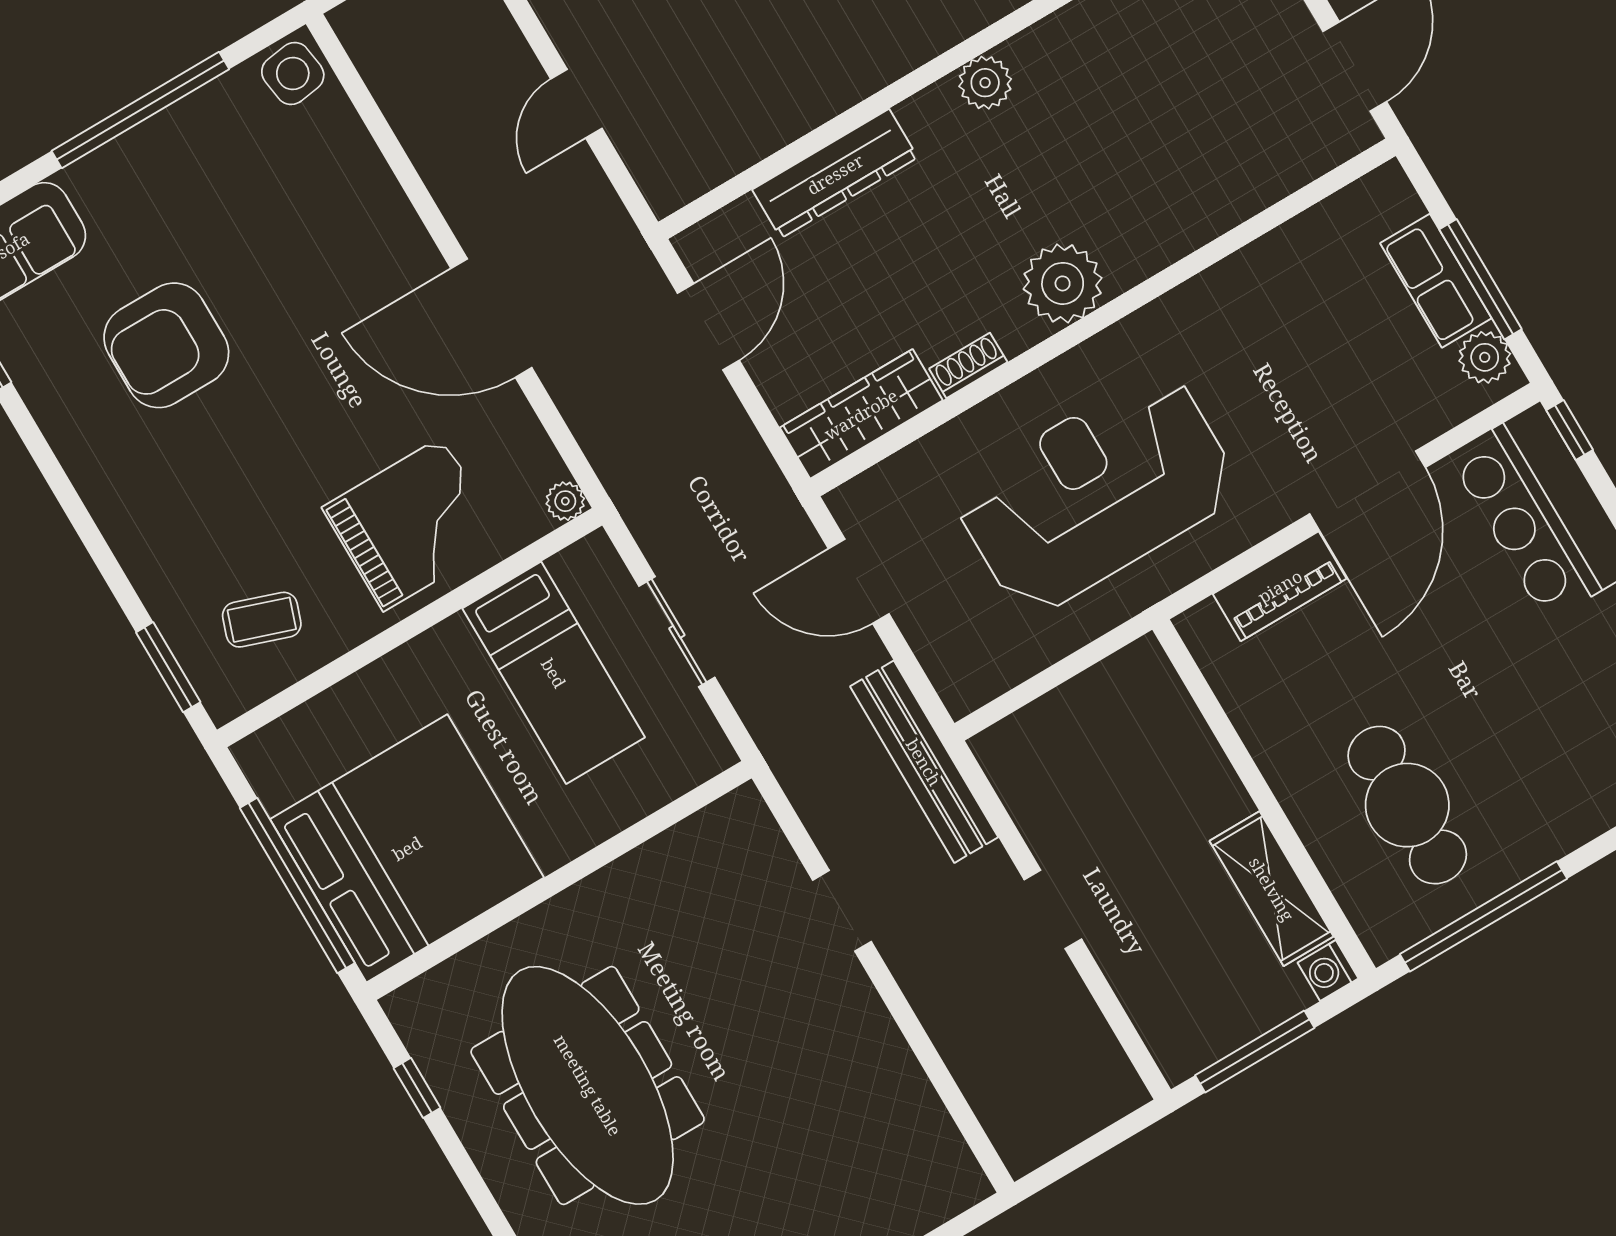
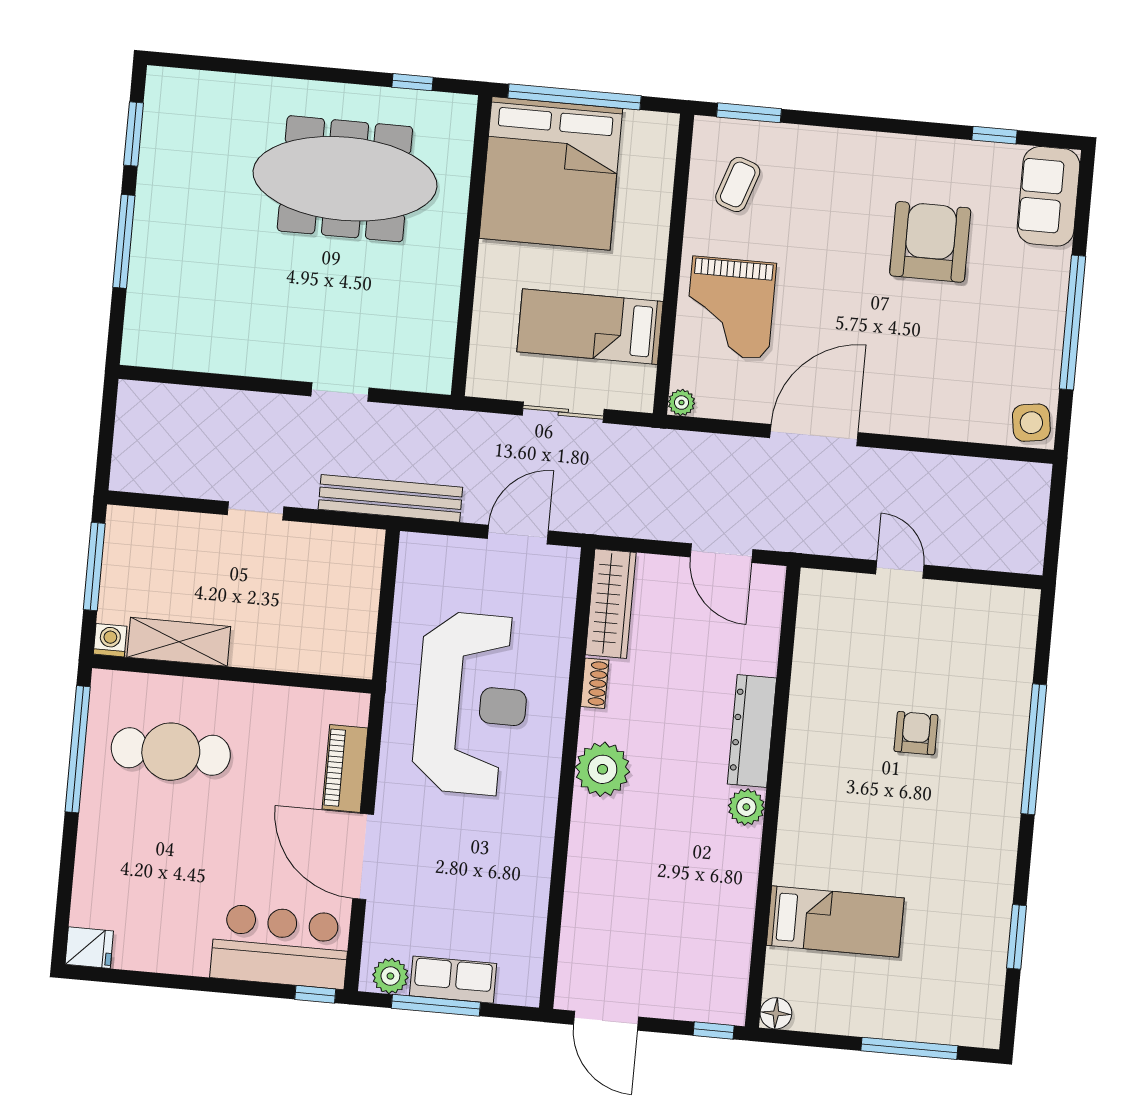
dresser: (835, 174) -> (752, 731), moved

